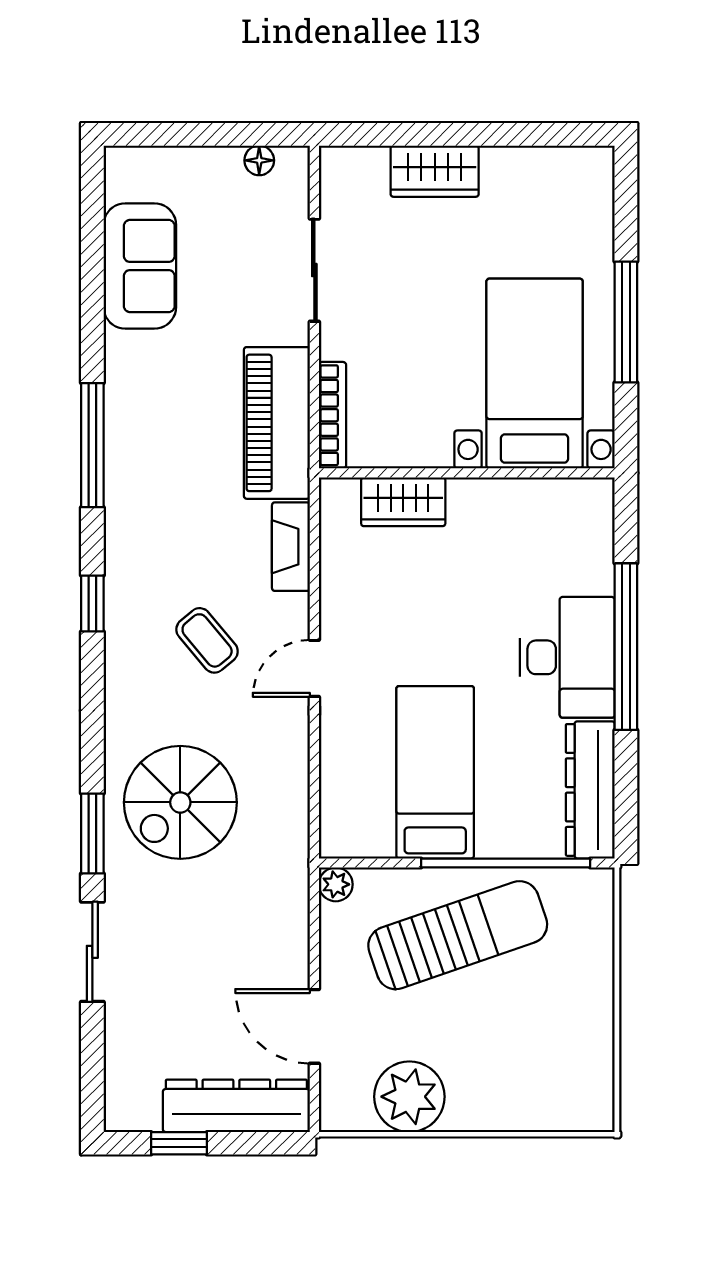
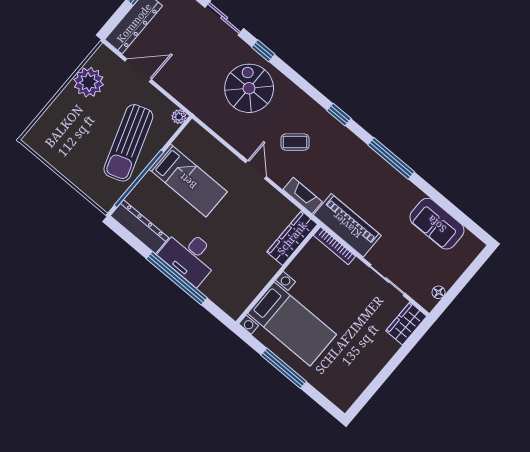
wardrobe: (435, 171) -> (406, 323), moved
wardrobe: (403, 502) -> (292, 238), width x1.50
window: (92, 833) -> (263, 51), width x0.67

